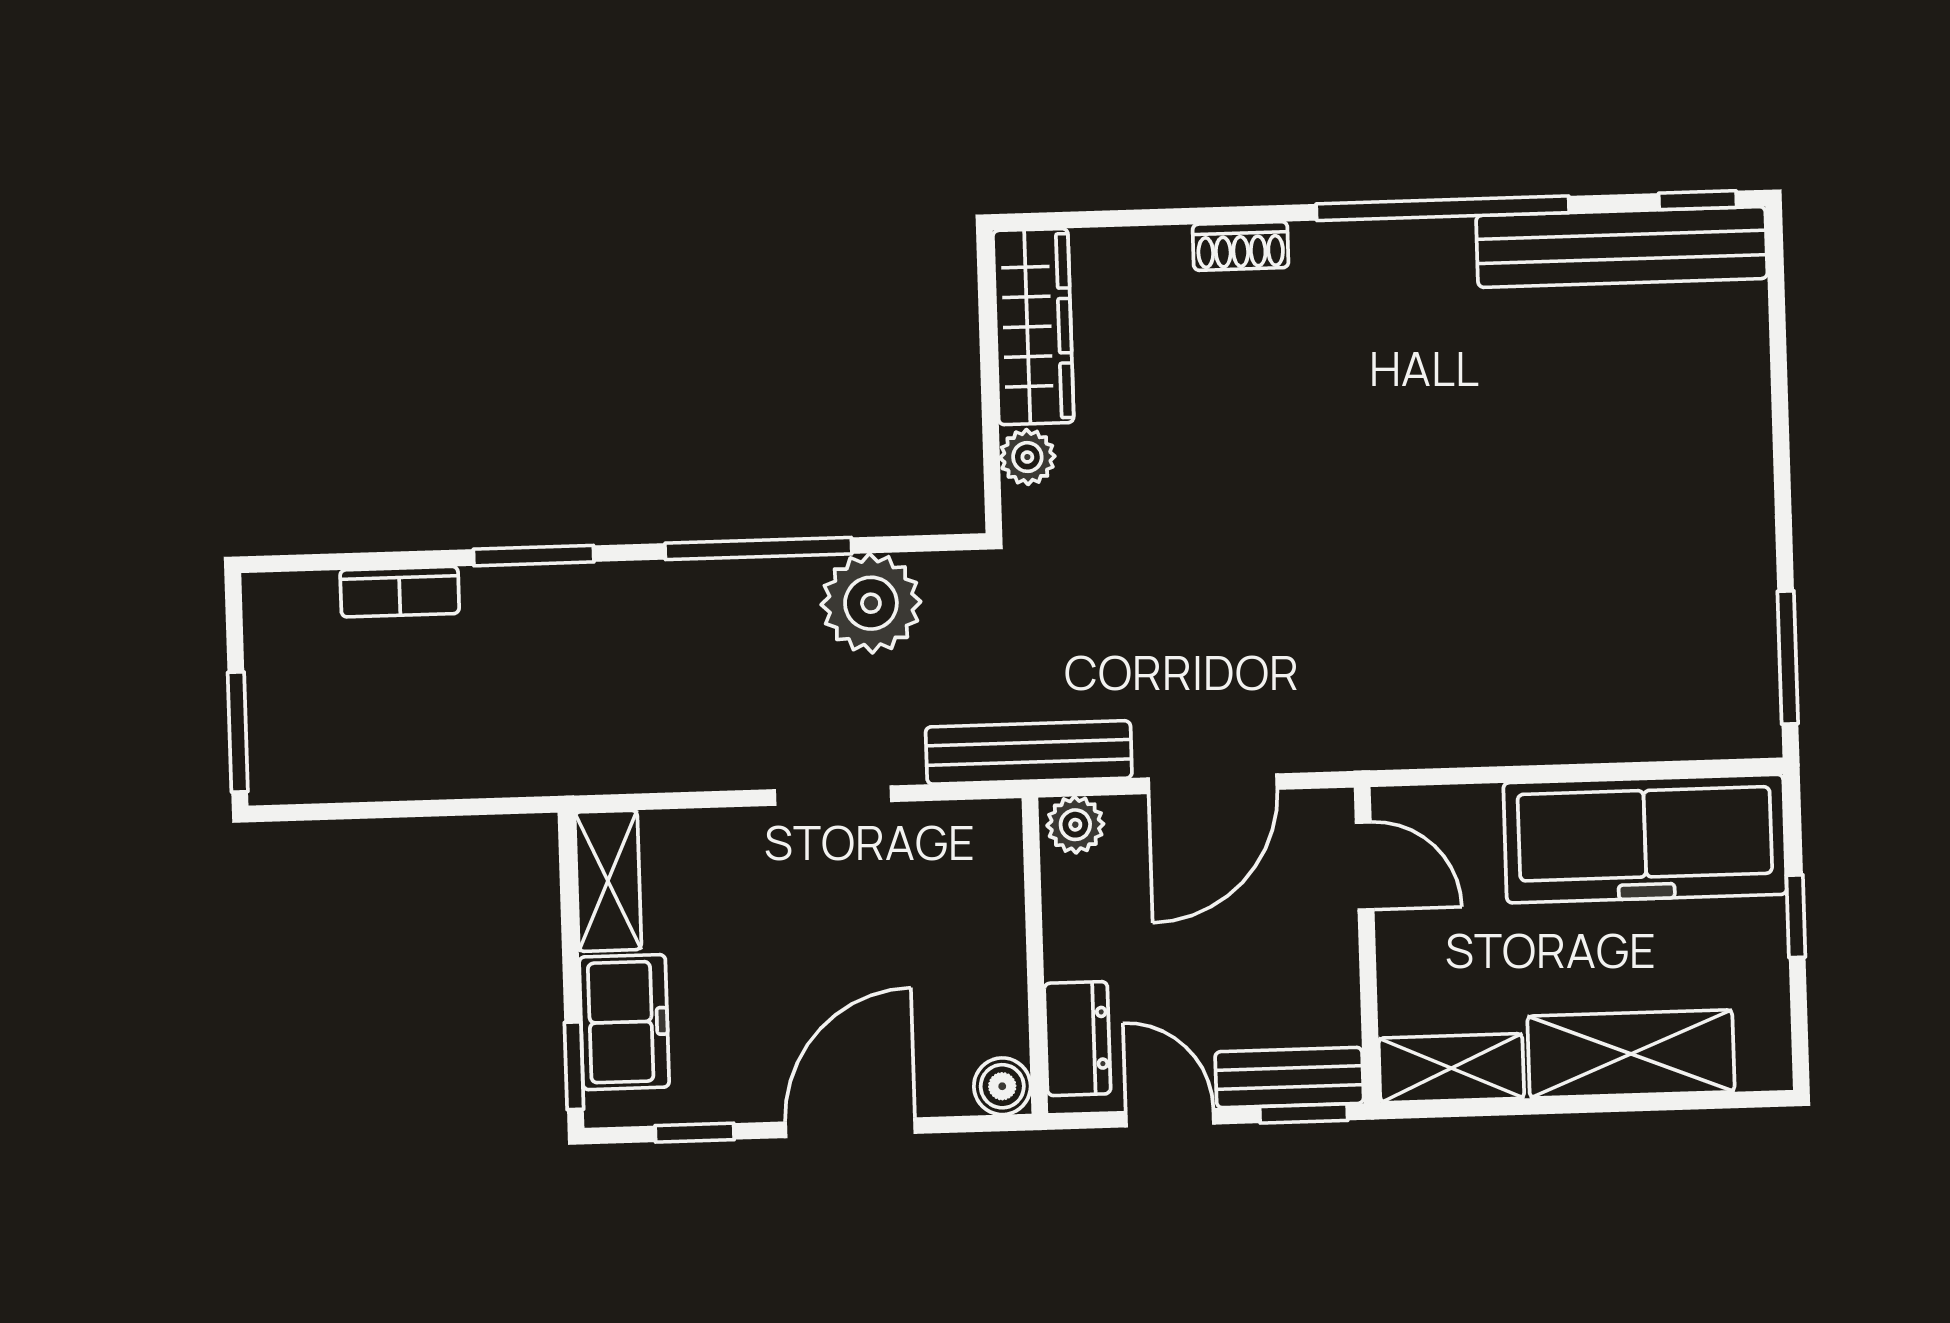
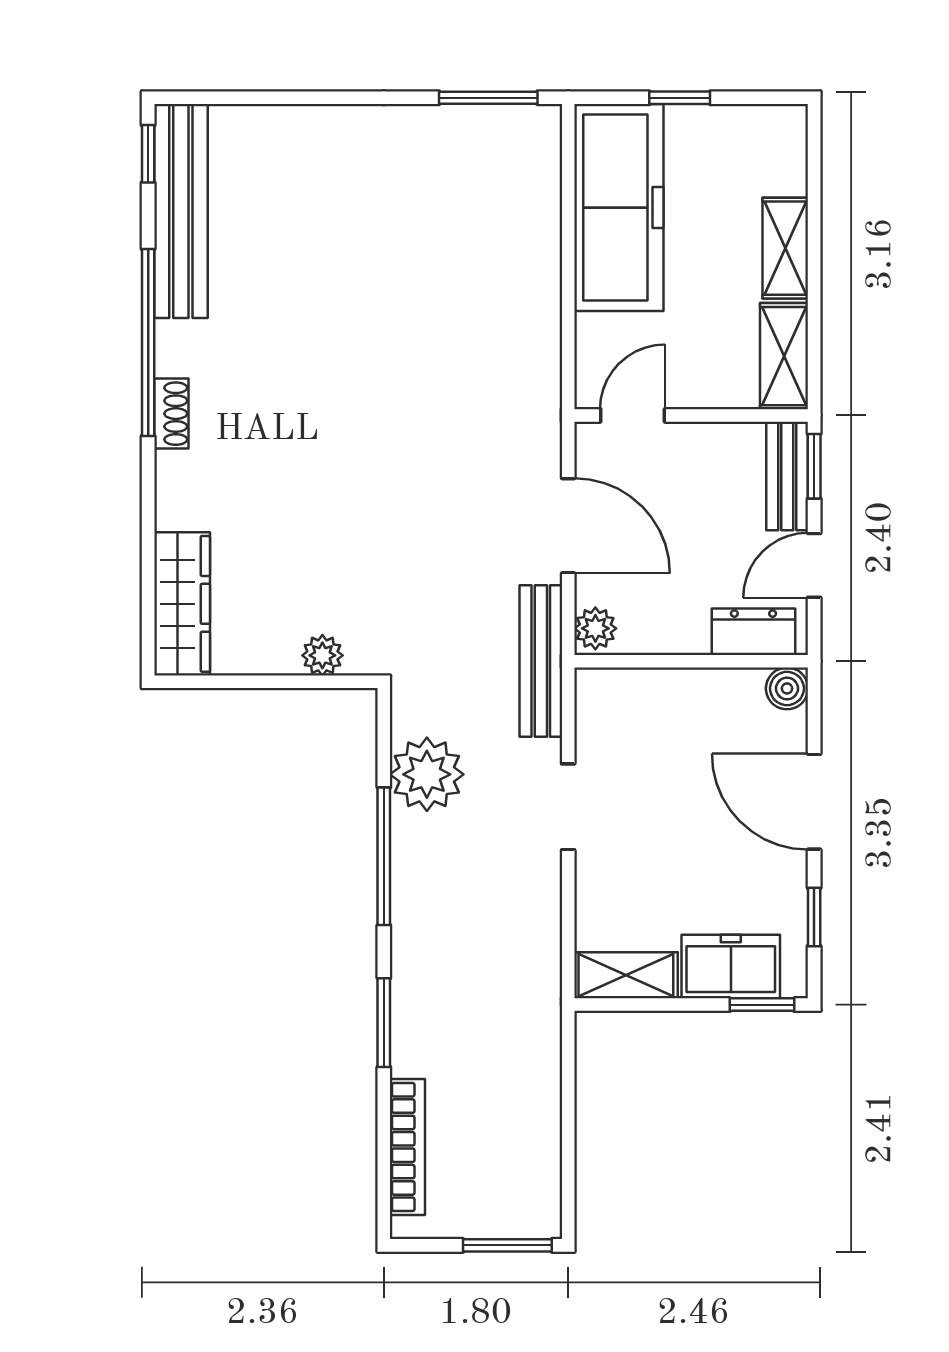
shoe rack: (1241, 246) -> (171, 414), moved
wardrobe: (1033, 327) -> (182, 604), moved, turned 90
bookcase: (400, 592) -> (407, 1147), width x1.56
shelving: (1631, 1054) -> (785, 248), width x0.67, depth x0.75

